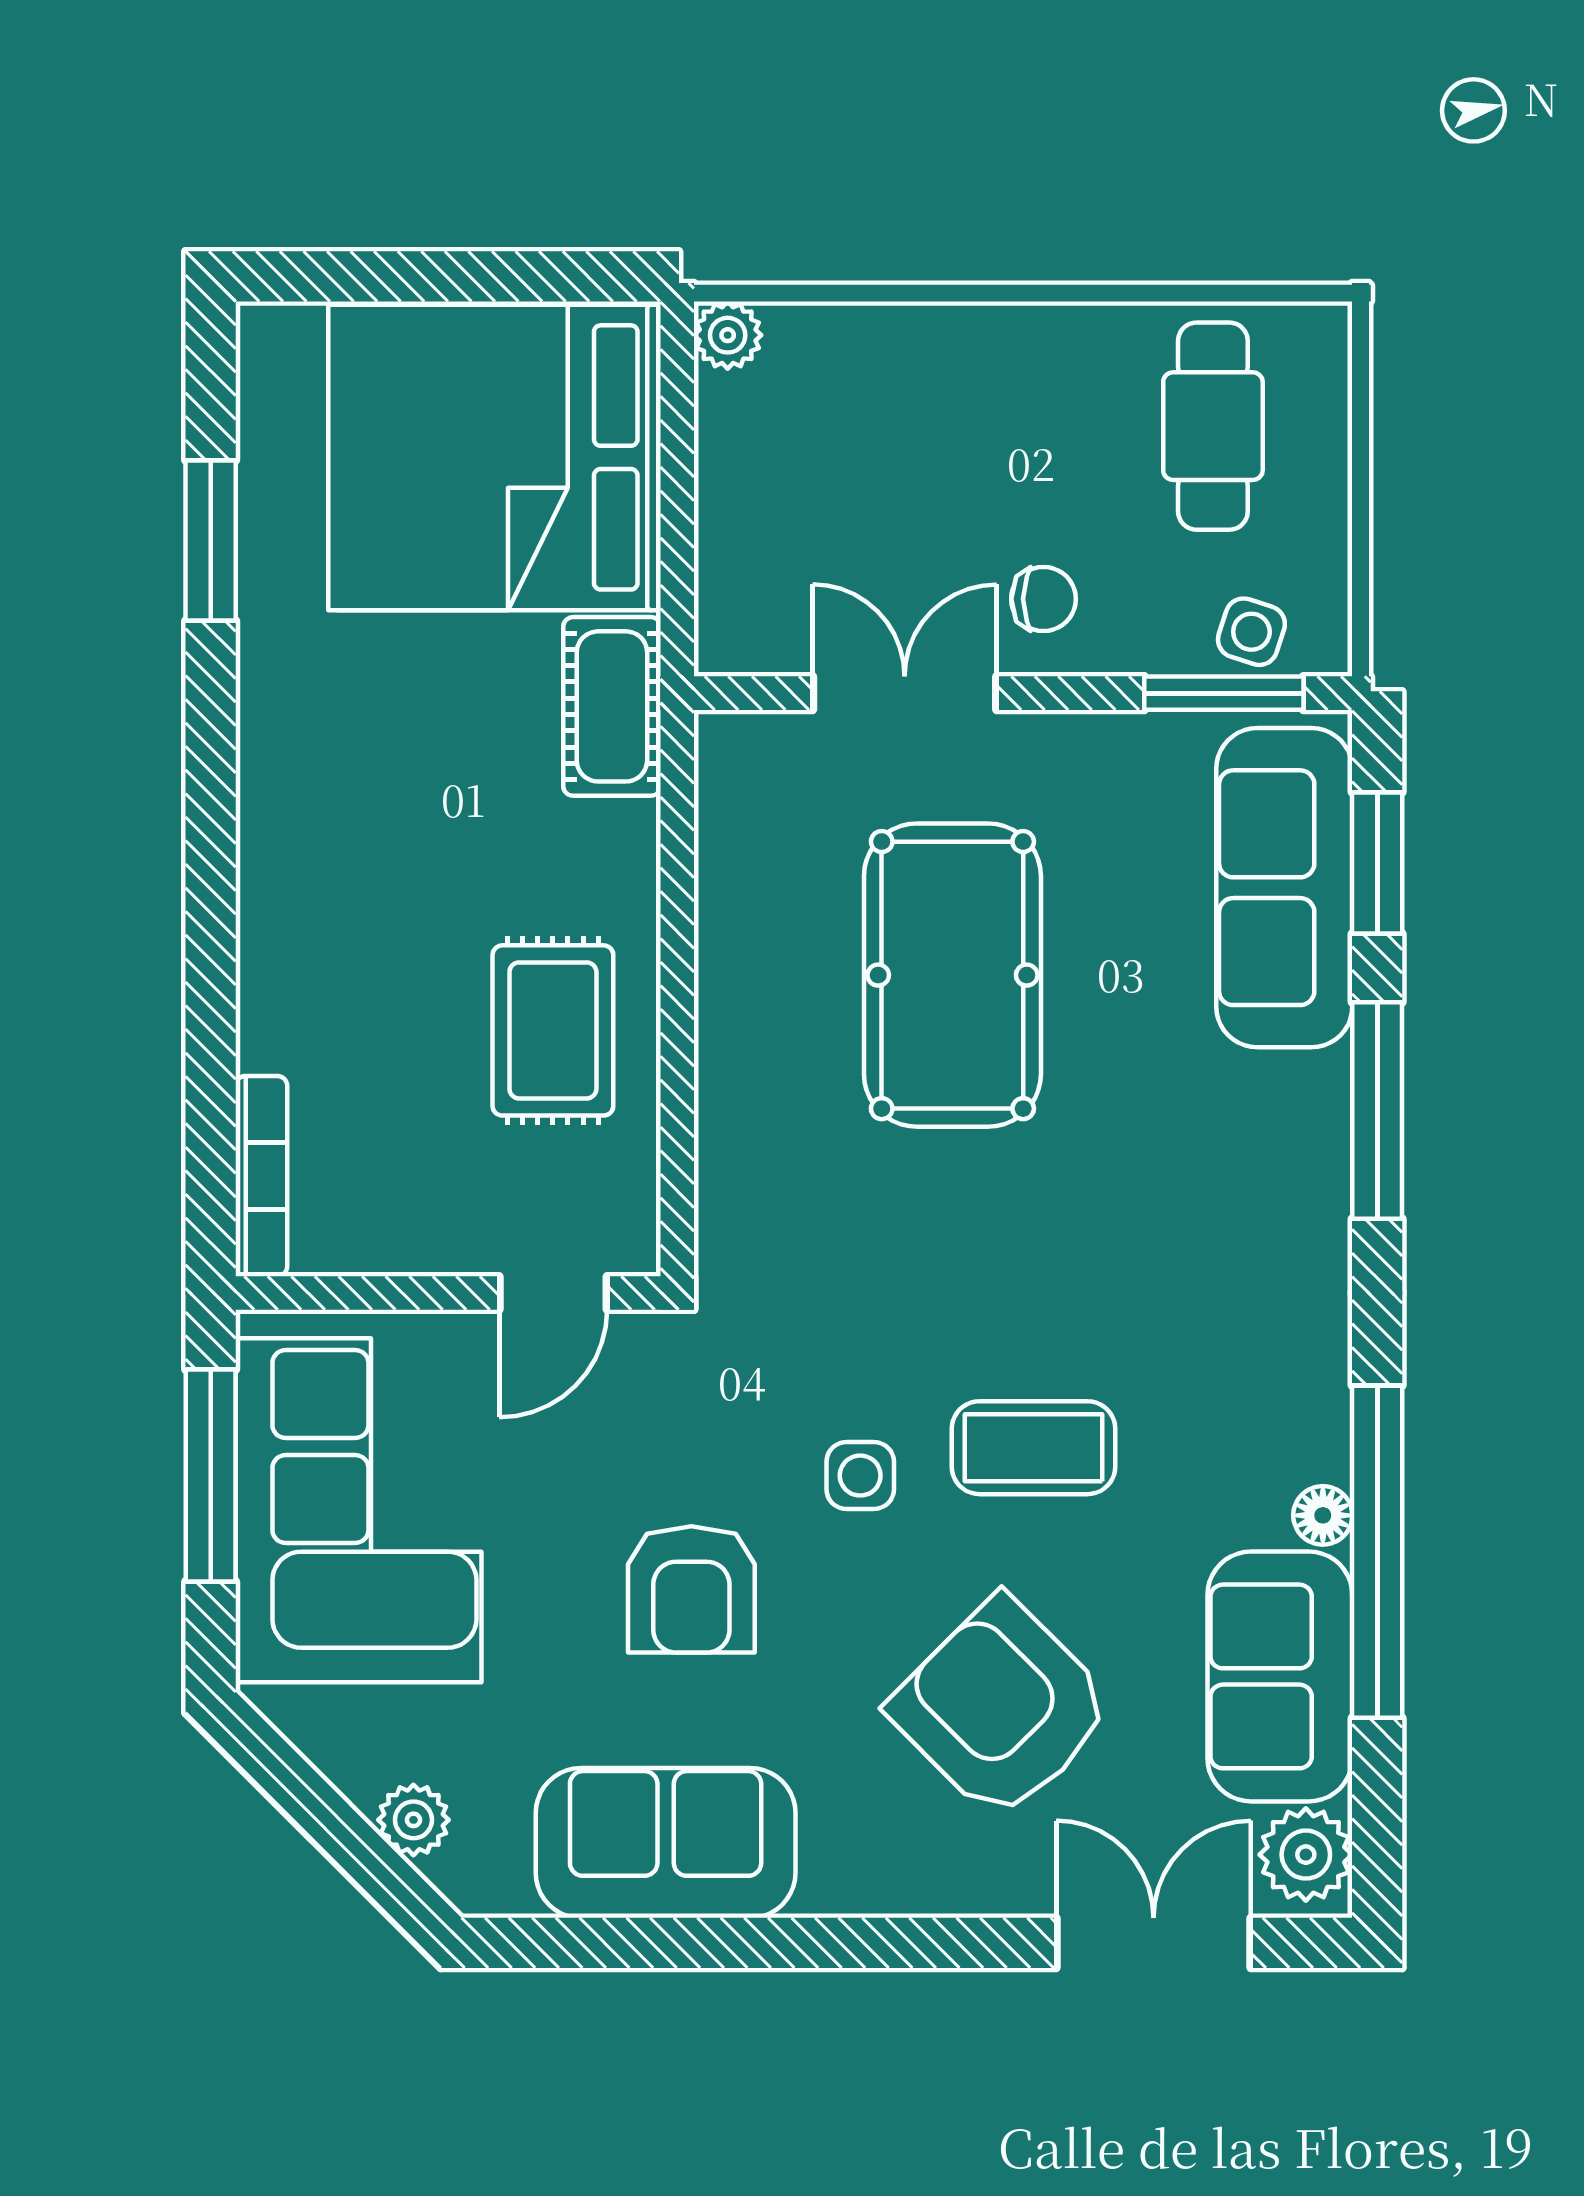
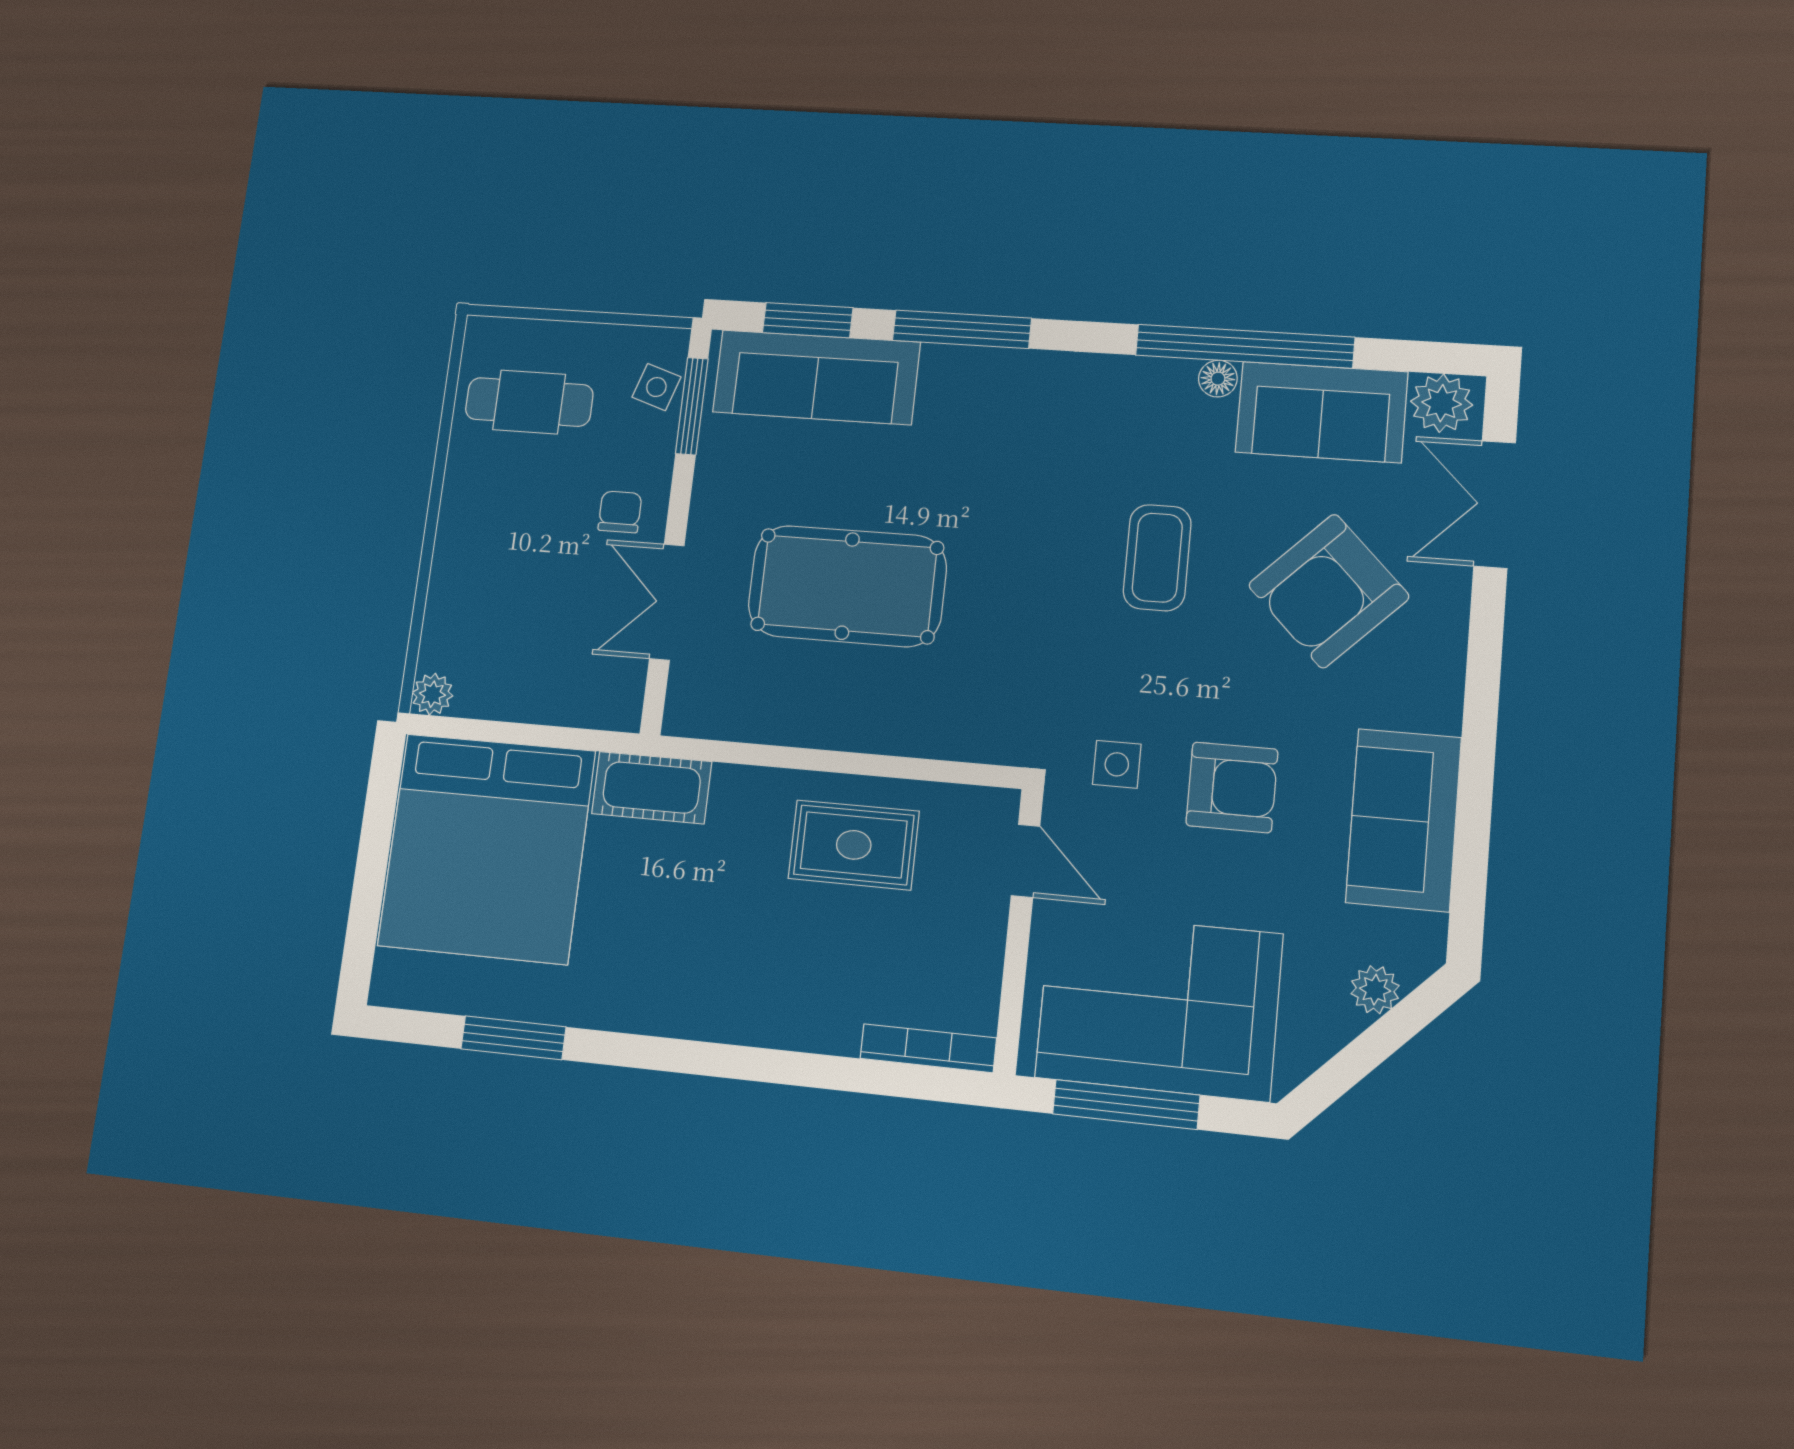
side table: (860, 1476) -> (1117, 764), moved

